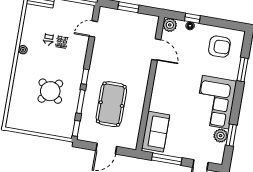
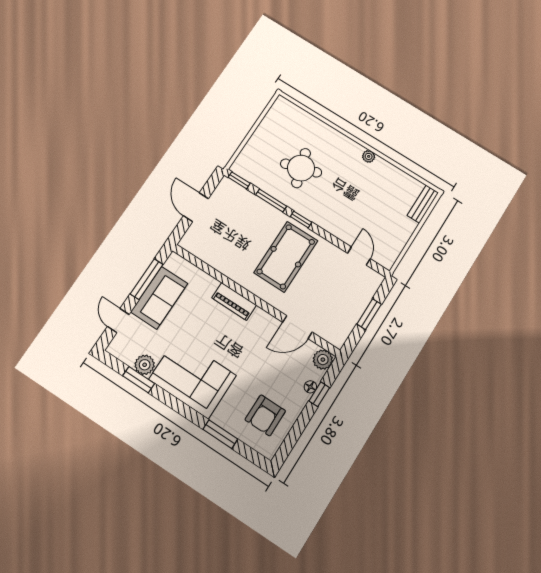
round table: (50, 91) -> (301, 168), turned 34
piano: (157, 97) -> (234, 301), added
pool table: (111, 104) -> (286, 257), moved, turned 90
sofa: (156, 132) -> (159, 298), moved, turned -90

